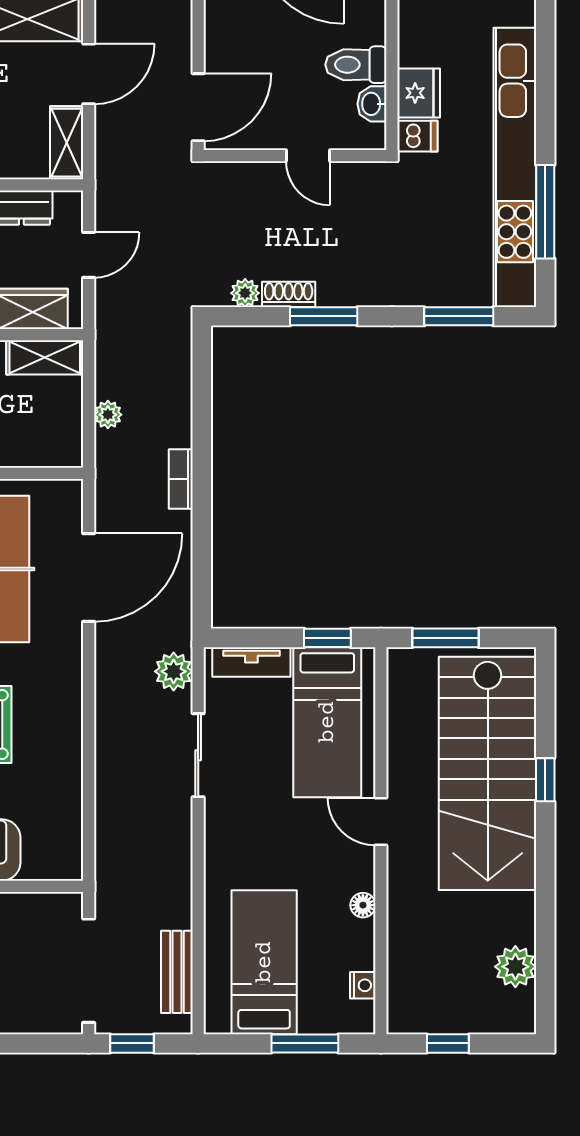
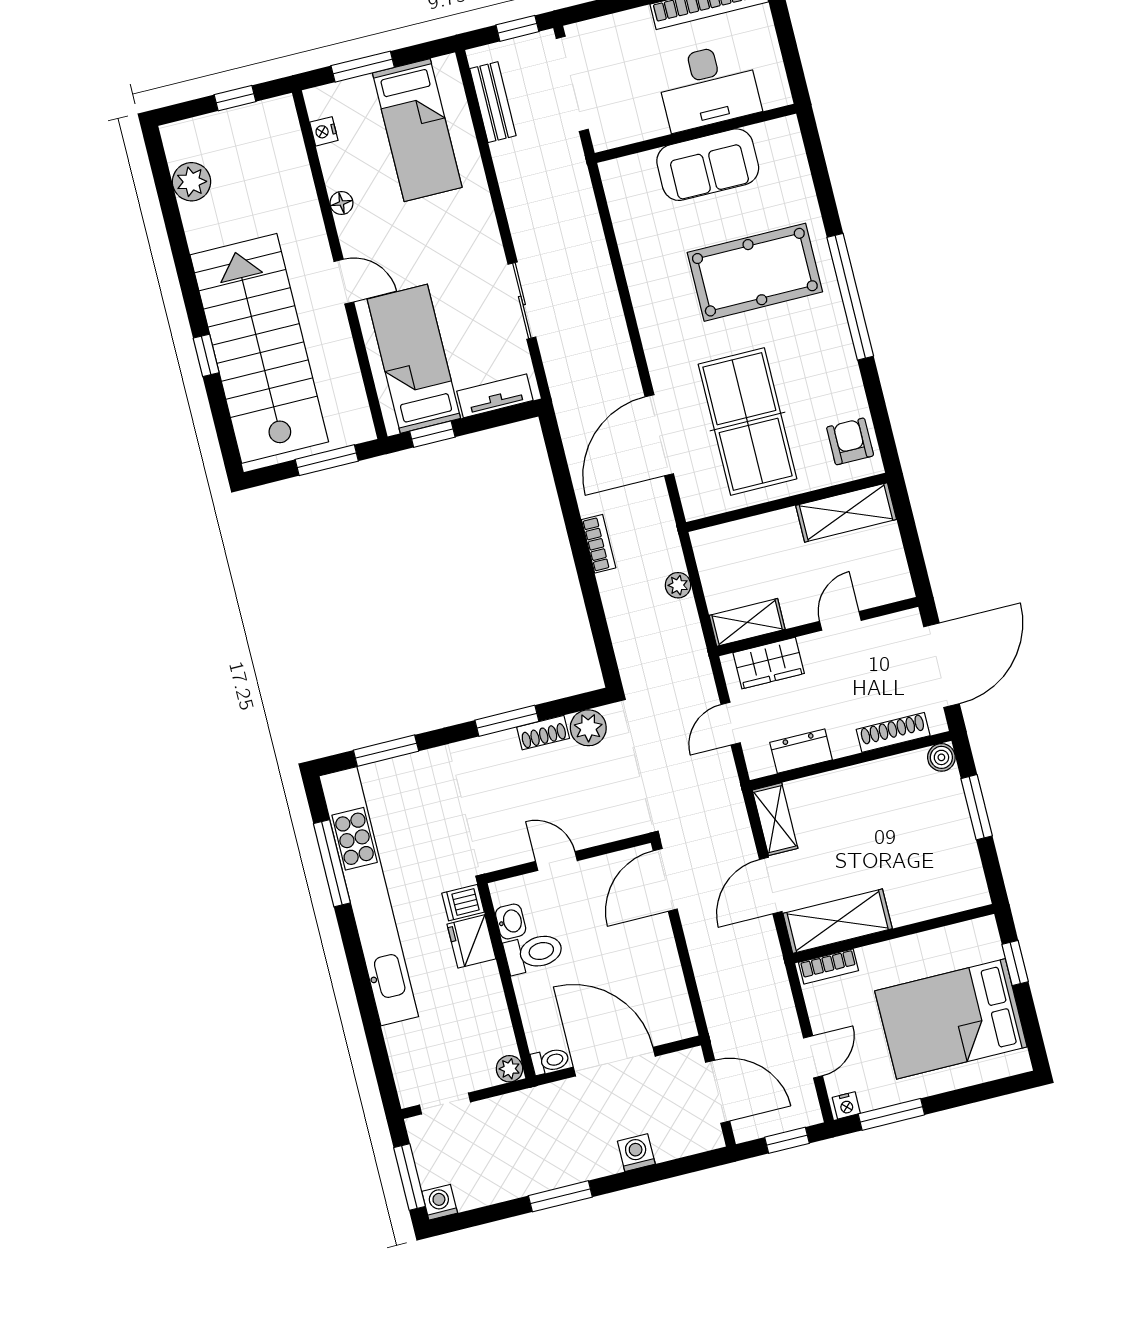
plant: (245, 293) -> (588, 728), width x1.38, depth x1.38
plant: (174, 671) -> (562, 370), removed

